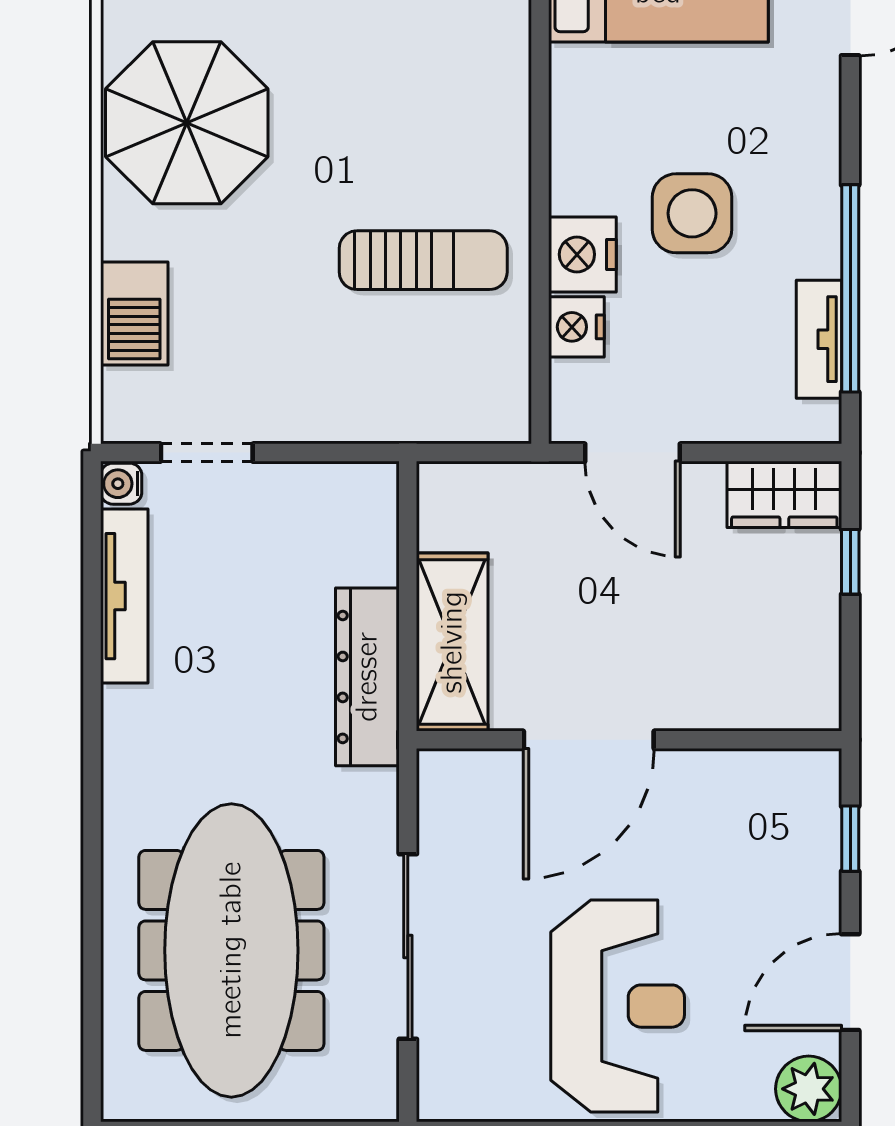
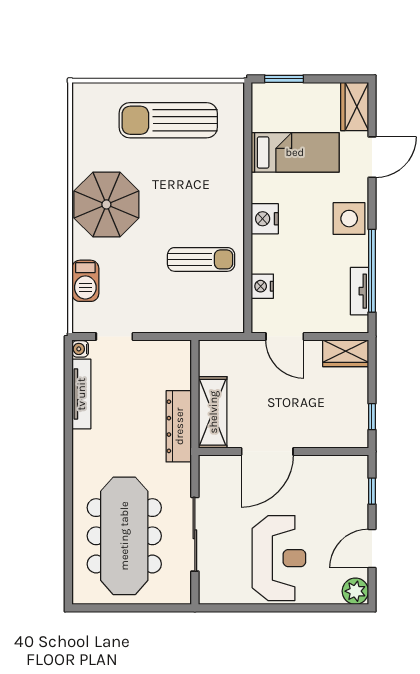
side table: (692, 213) -> (349, 219), moved
nightstand: (582, 254) -> (265, 219), moved
window: (850, 562) -> (372, 417), moved

